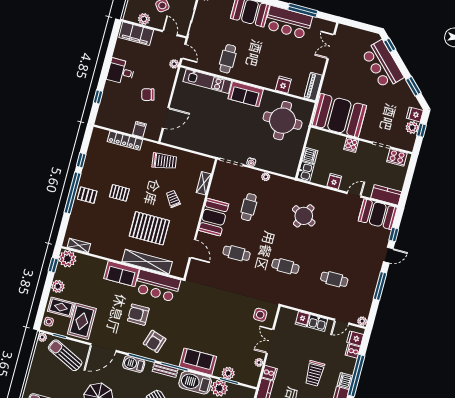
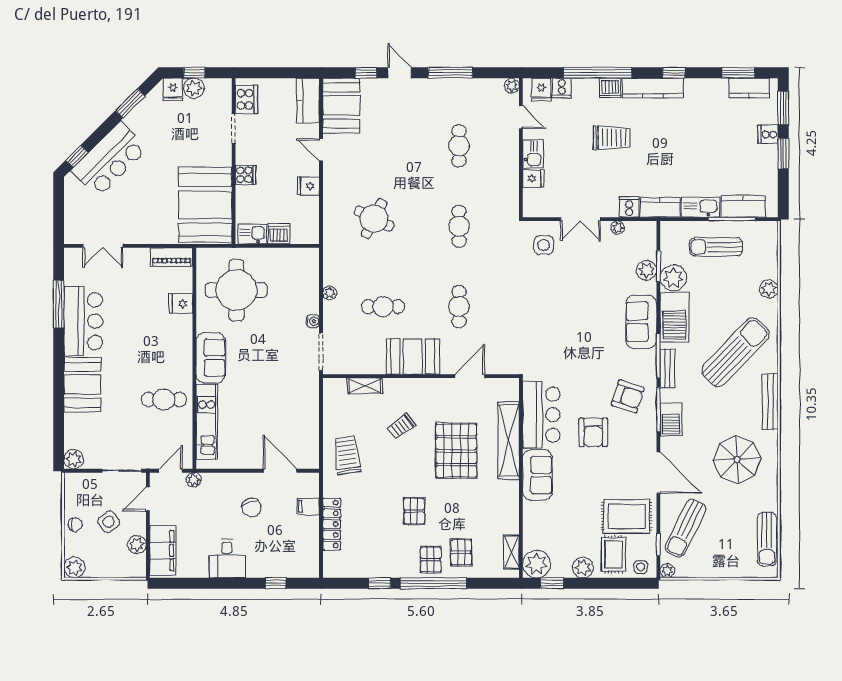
kitchen sink: (306, 172) -> (252, 234), moved
pallet: (87, 215) -> (461, 552), added

